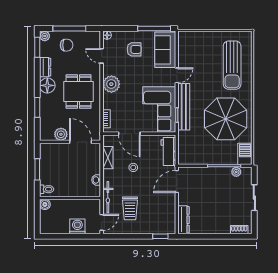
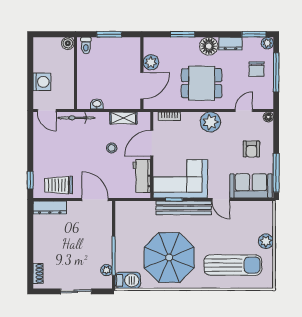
plant: (212, 37) -> (266, 241), added
sun lounger: (232, 65) -> (233, 265), turned 180
workbench: (168, 151) -> (142, 176), moved, turned -90
trolley: (130, 208) -> (59, 185), moved

